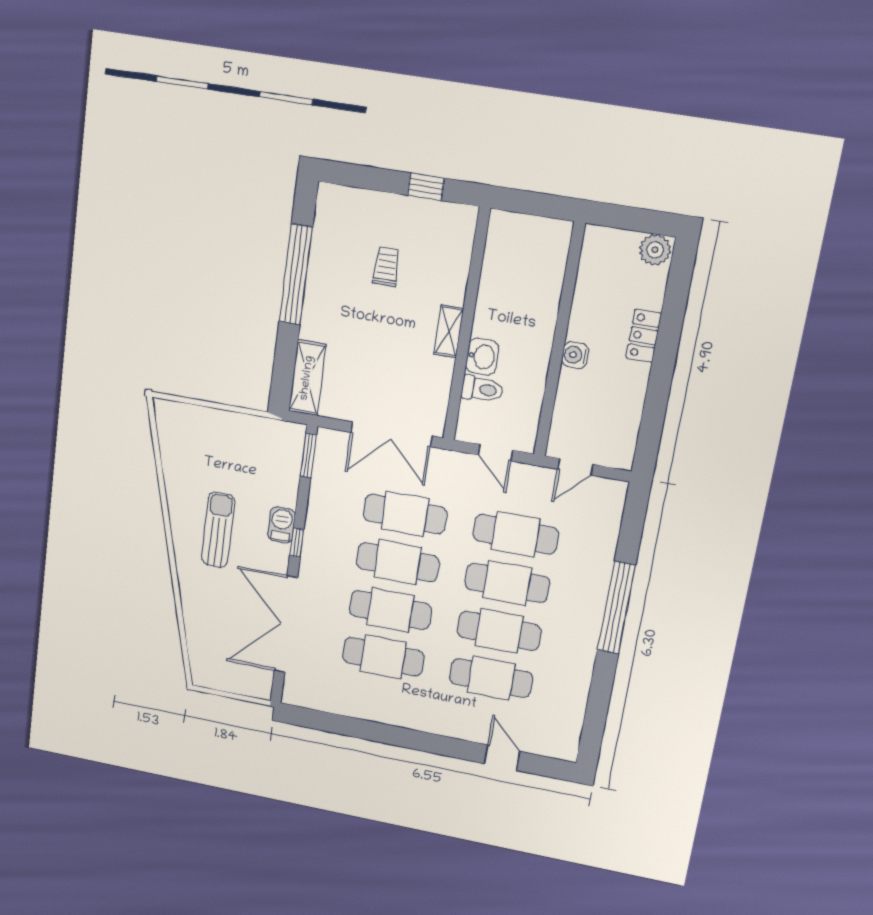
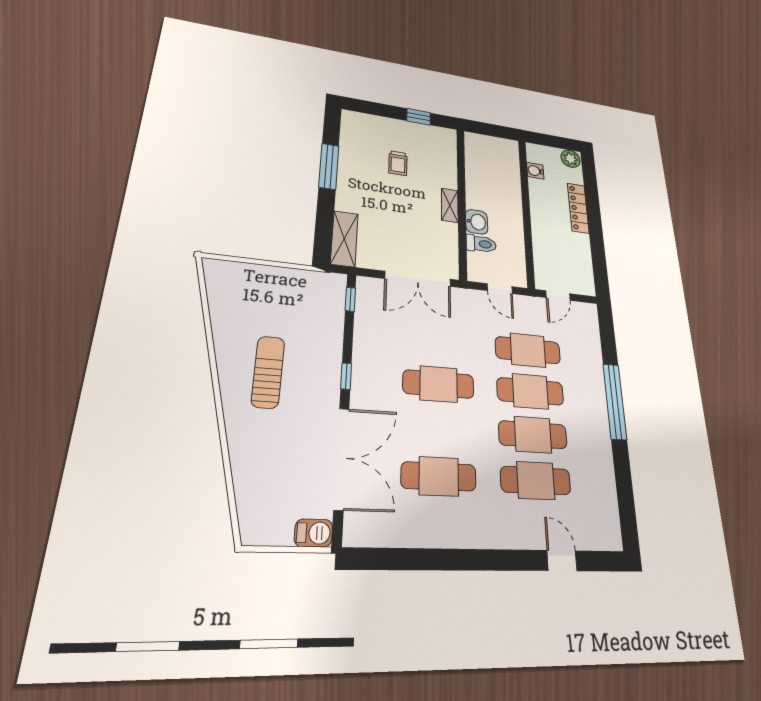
trolley: (386, 267) -> (398, 163), turned 180
window: (296, 275) -> (329, 166), width x0.68
locker: (644, 336) -> (578, 208), width x1.53
water cooler: (575, 355) -> (535, 171), moved
window: (308, 455) -> (350, 299), width x0.67
cafe table: (405, 514) -> (438, 342), removed
barbecue: (281, 525) -> (314, 533), moved, turned 90
cafe table: (390, 610) -> (439, 429), removed
double door: (286, 624) -> (341, 458), swing flipped

